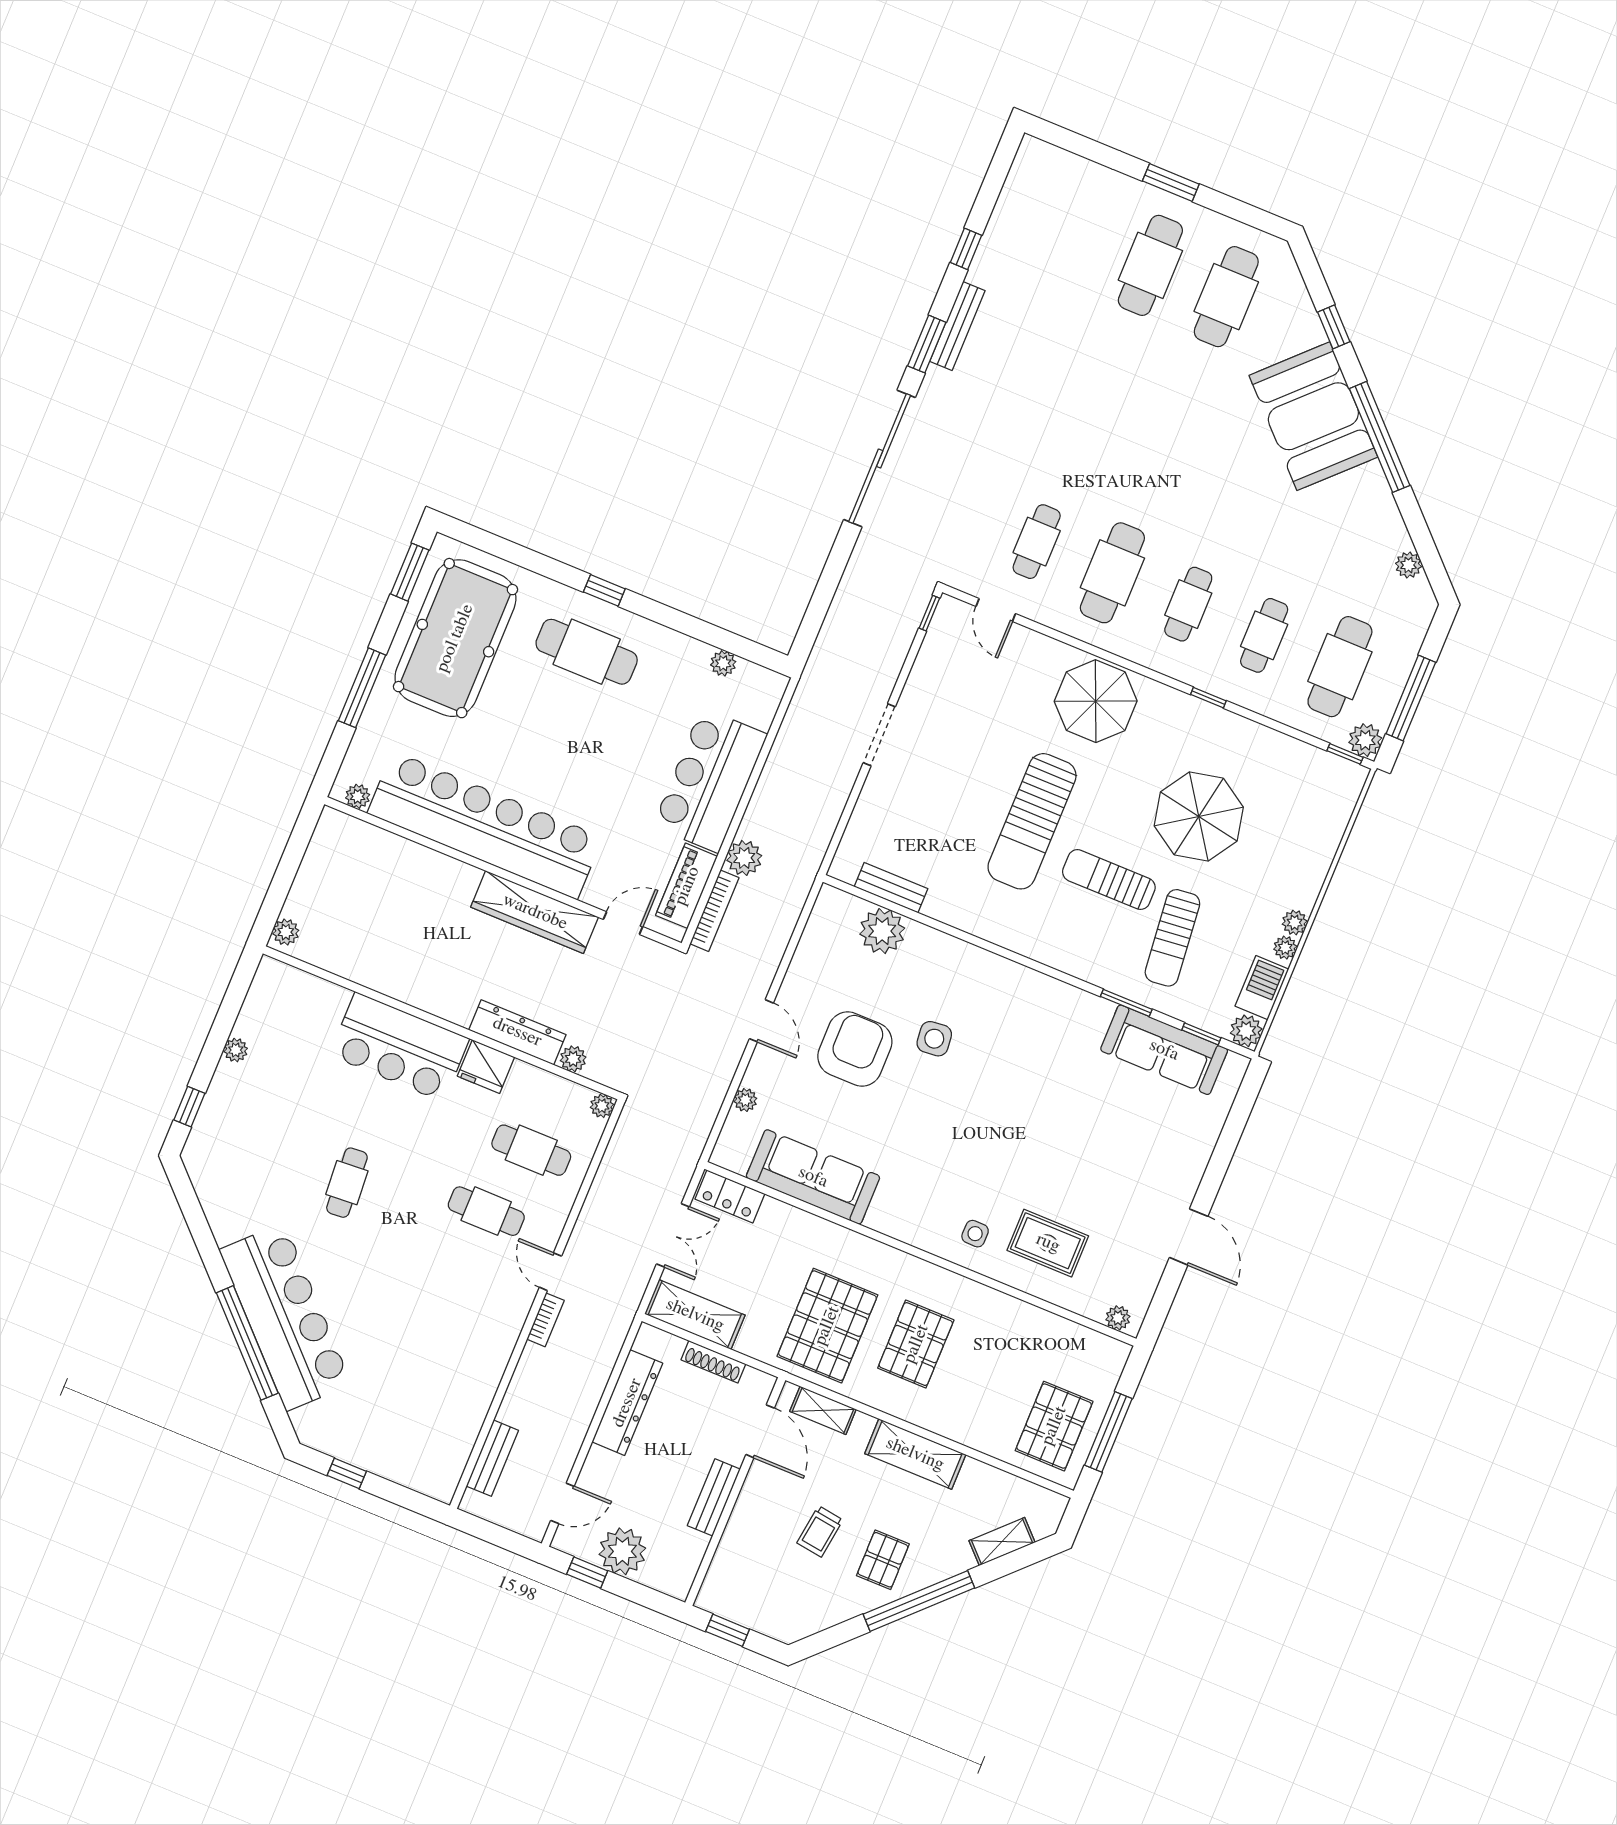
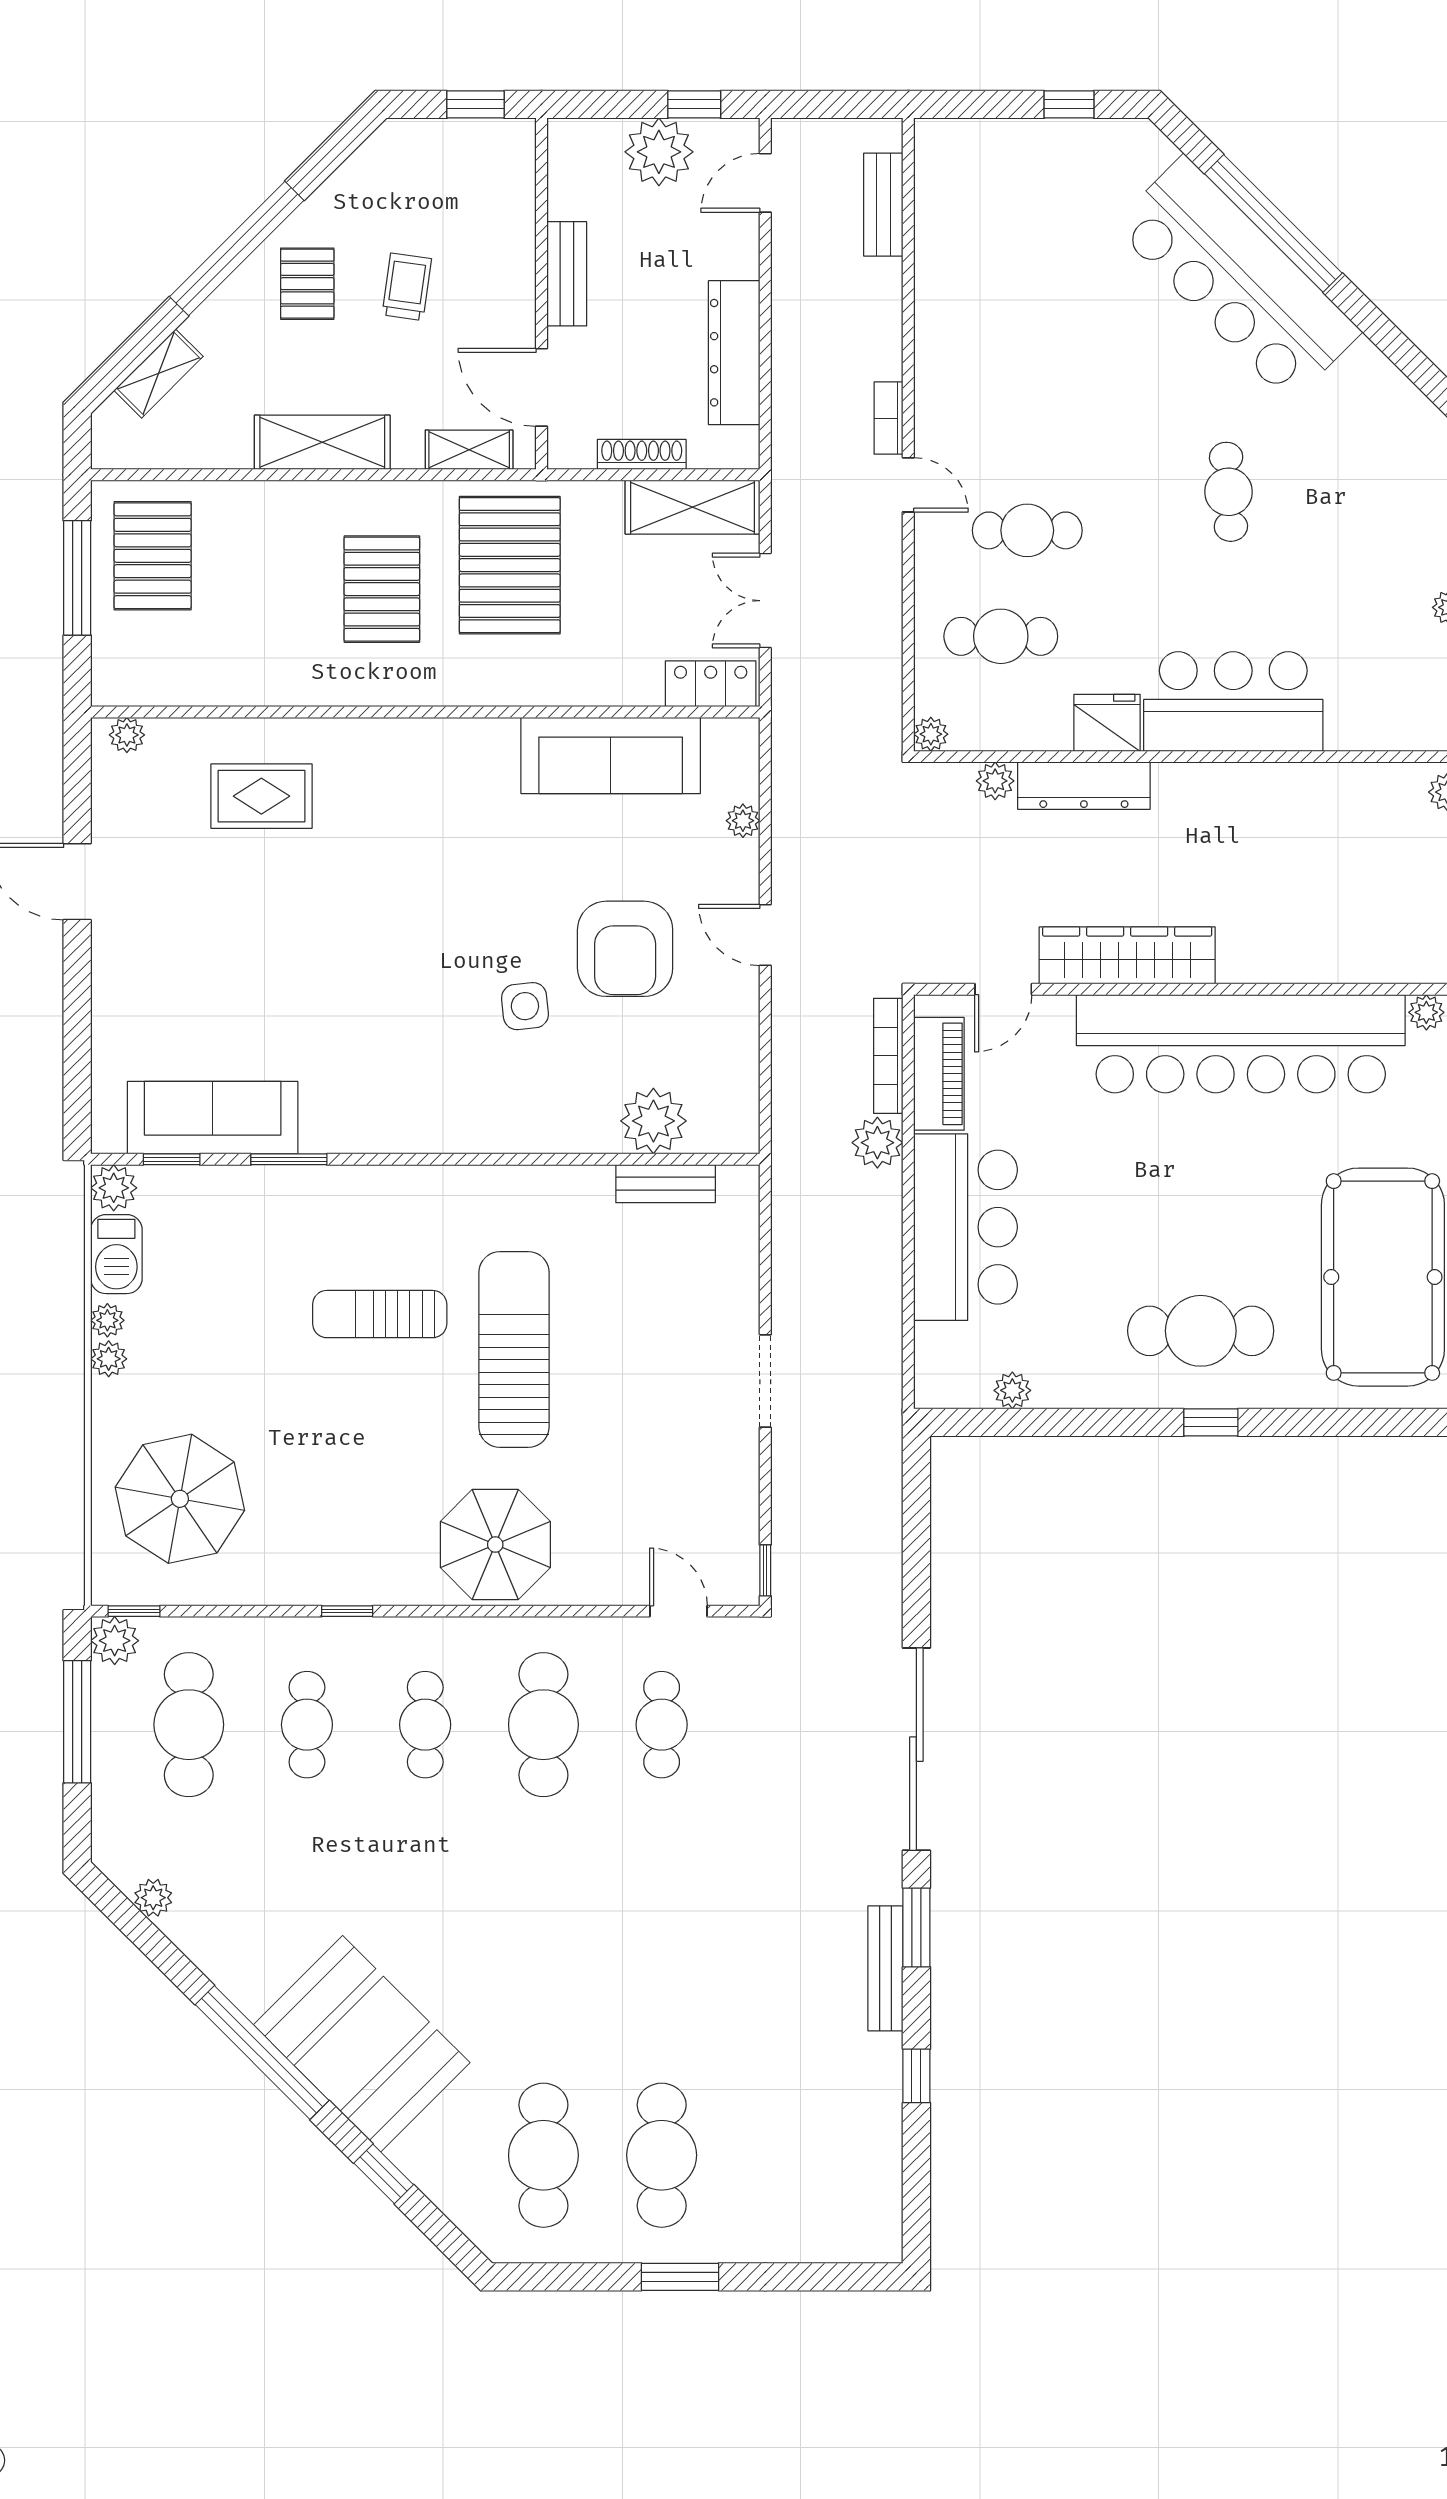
parasol: (1199, 816) -> (180, 1499), moved
sun lounger: (1109, 880) -> (380, 1314), turned 180
sun lounger: (1172, 938) -> (263, 1271), removed
side table: (975, 1234) -> (364, 769), removed

